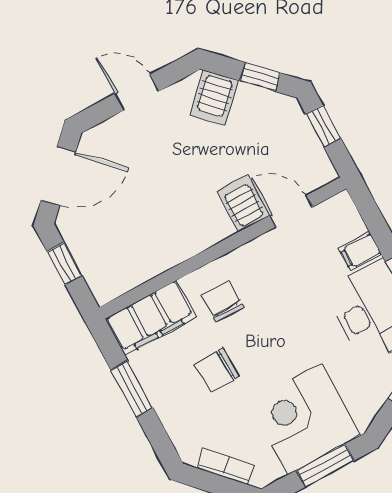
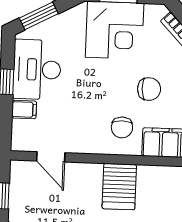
server rack: (243, 204) -> (119, 187), moved, width x1.36, depth x1.44

